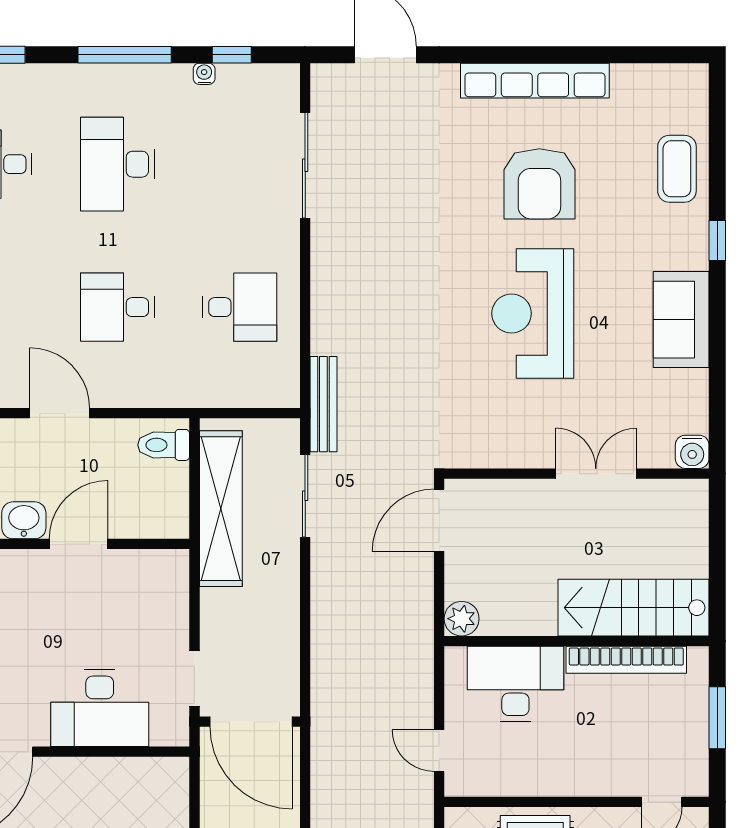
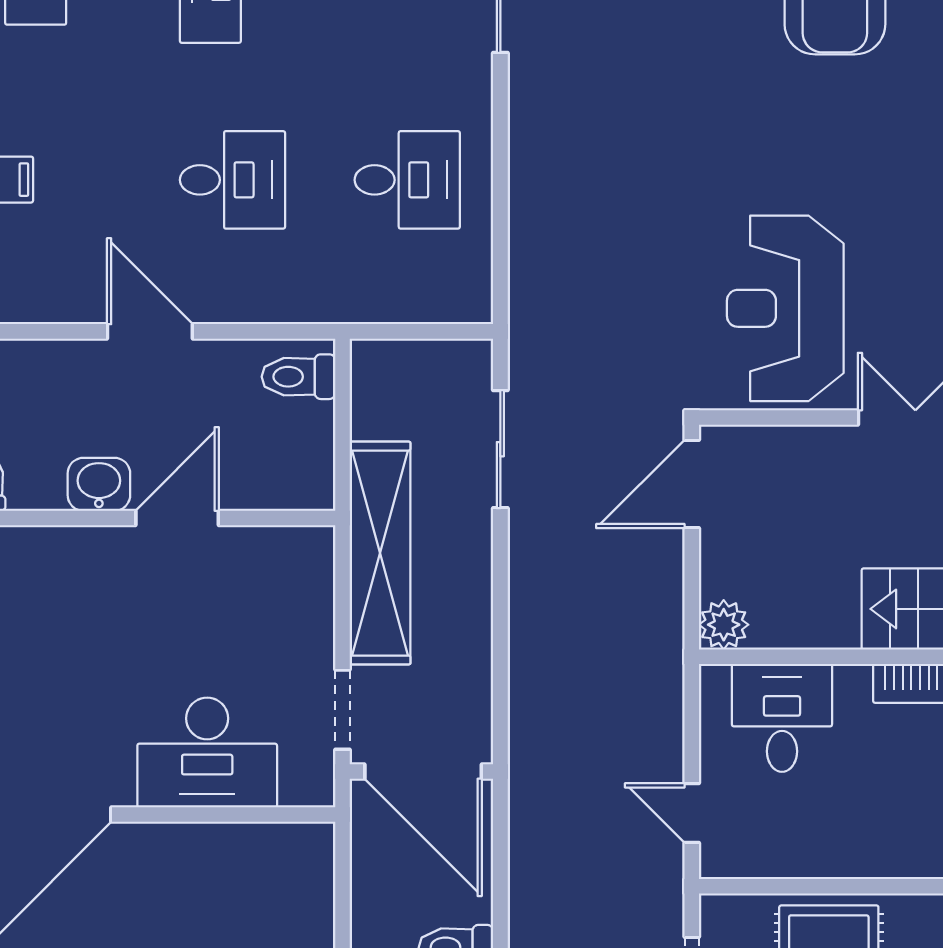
desk: (117, 307) -> (232, 180), turned 180
reception desk: (533, 313) -> (785, 308), moved
bench: (323, 404) -> (527, 319), removed
shelving: (221, 509) -> (380, 553), moved
desk: (515, 684) -> (782, 718), width x0.73

